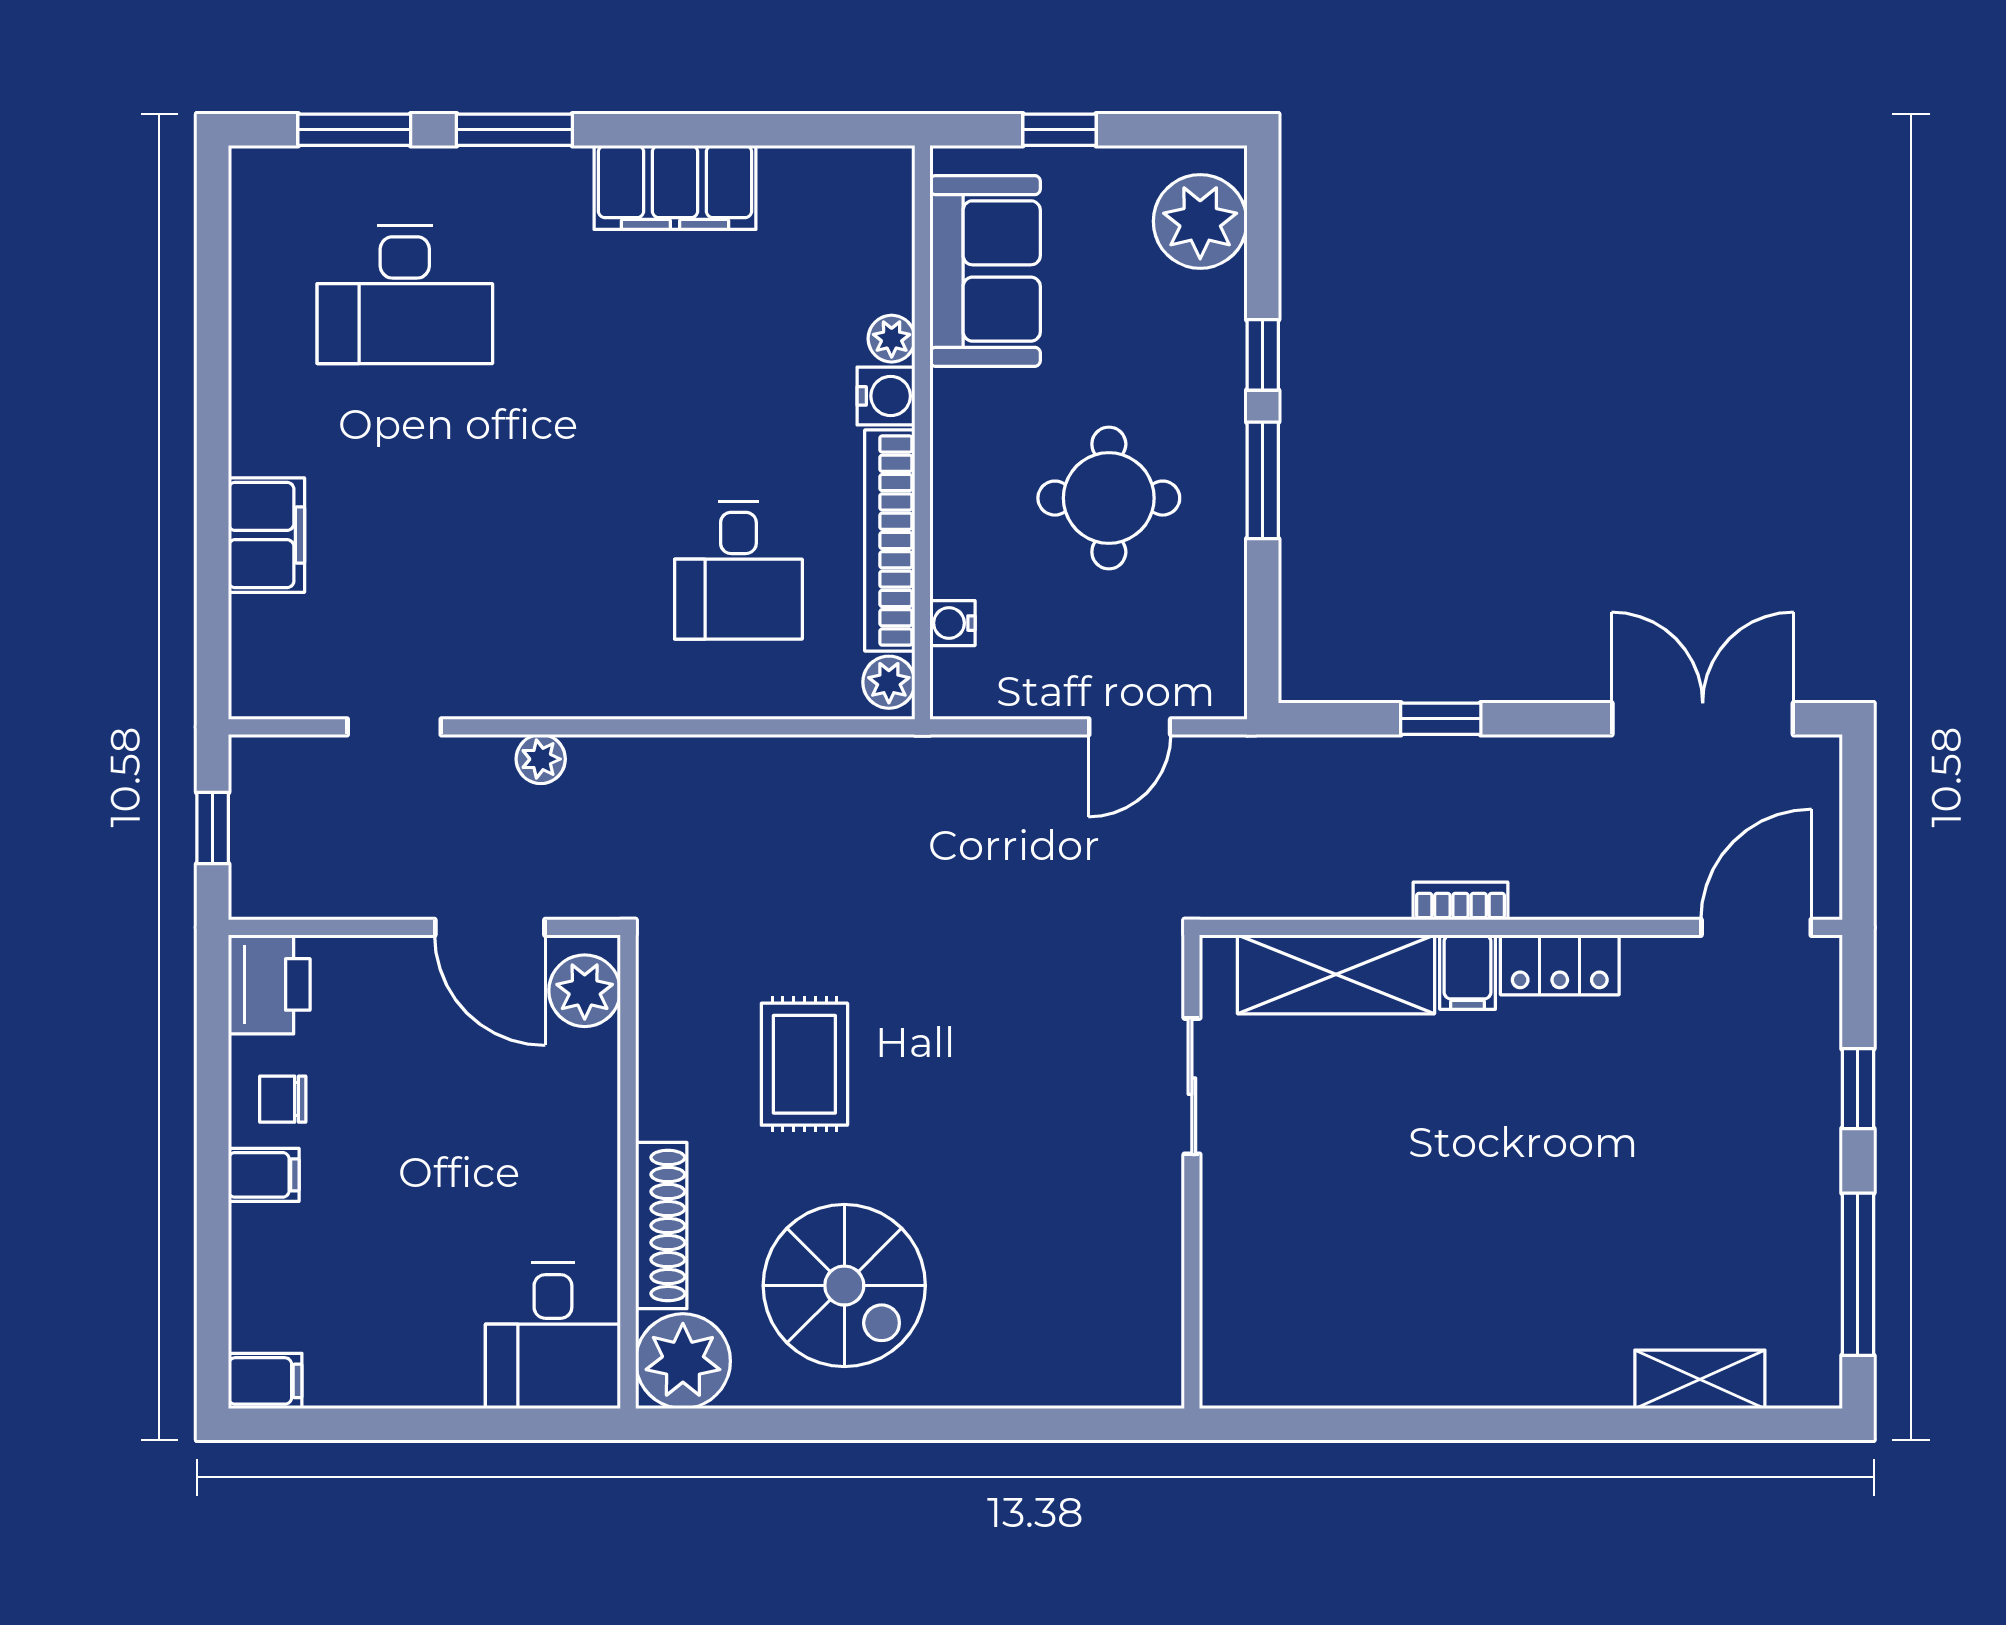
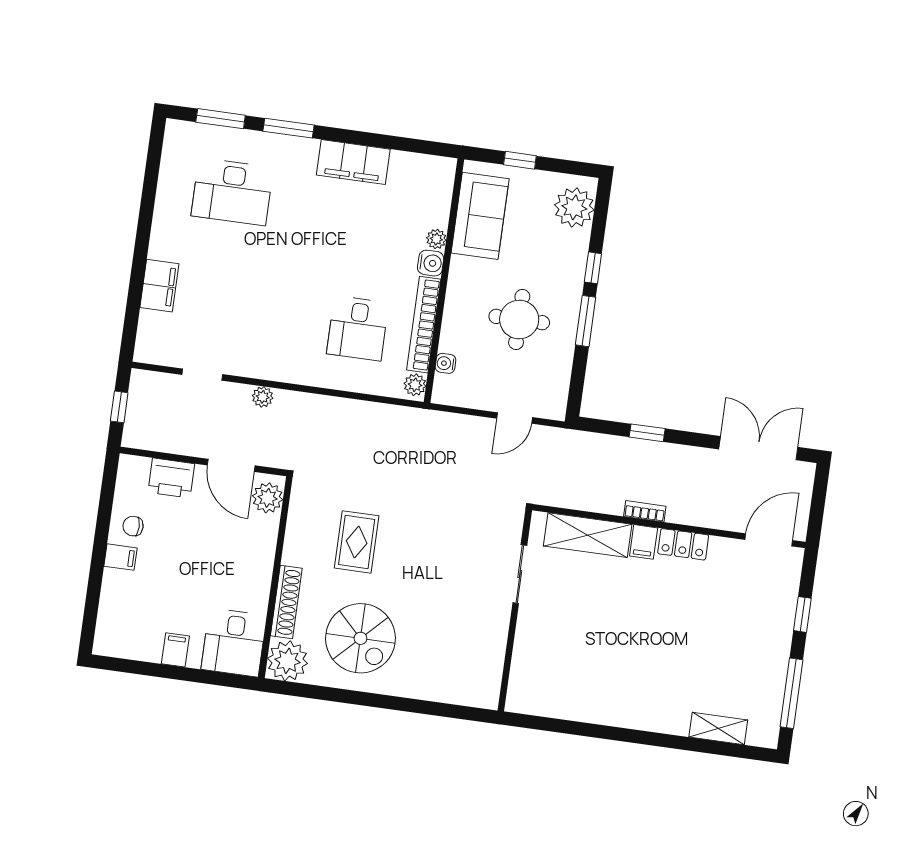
printer: (269, 984) -> (171, 478), moved, turned 90
filing cabinet: (265, 1381) -> (175, 650), moved, turned -90

